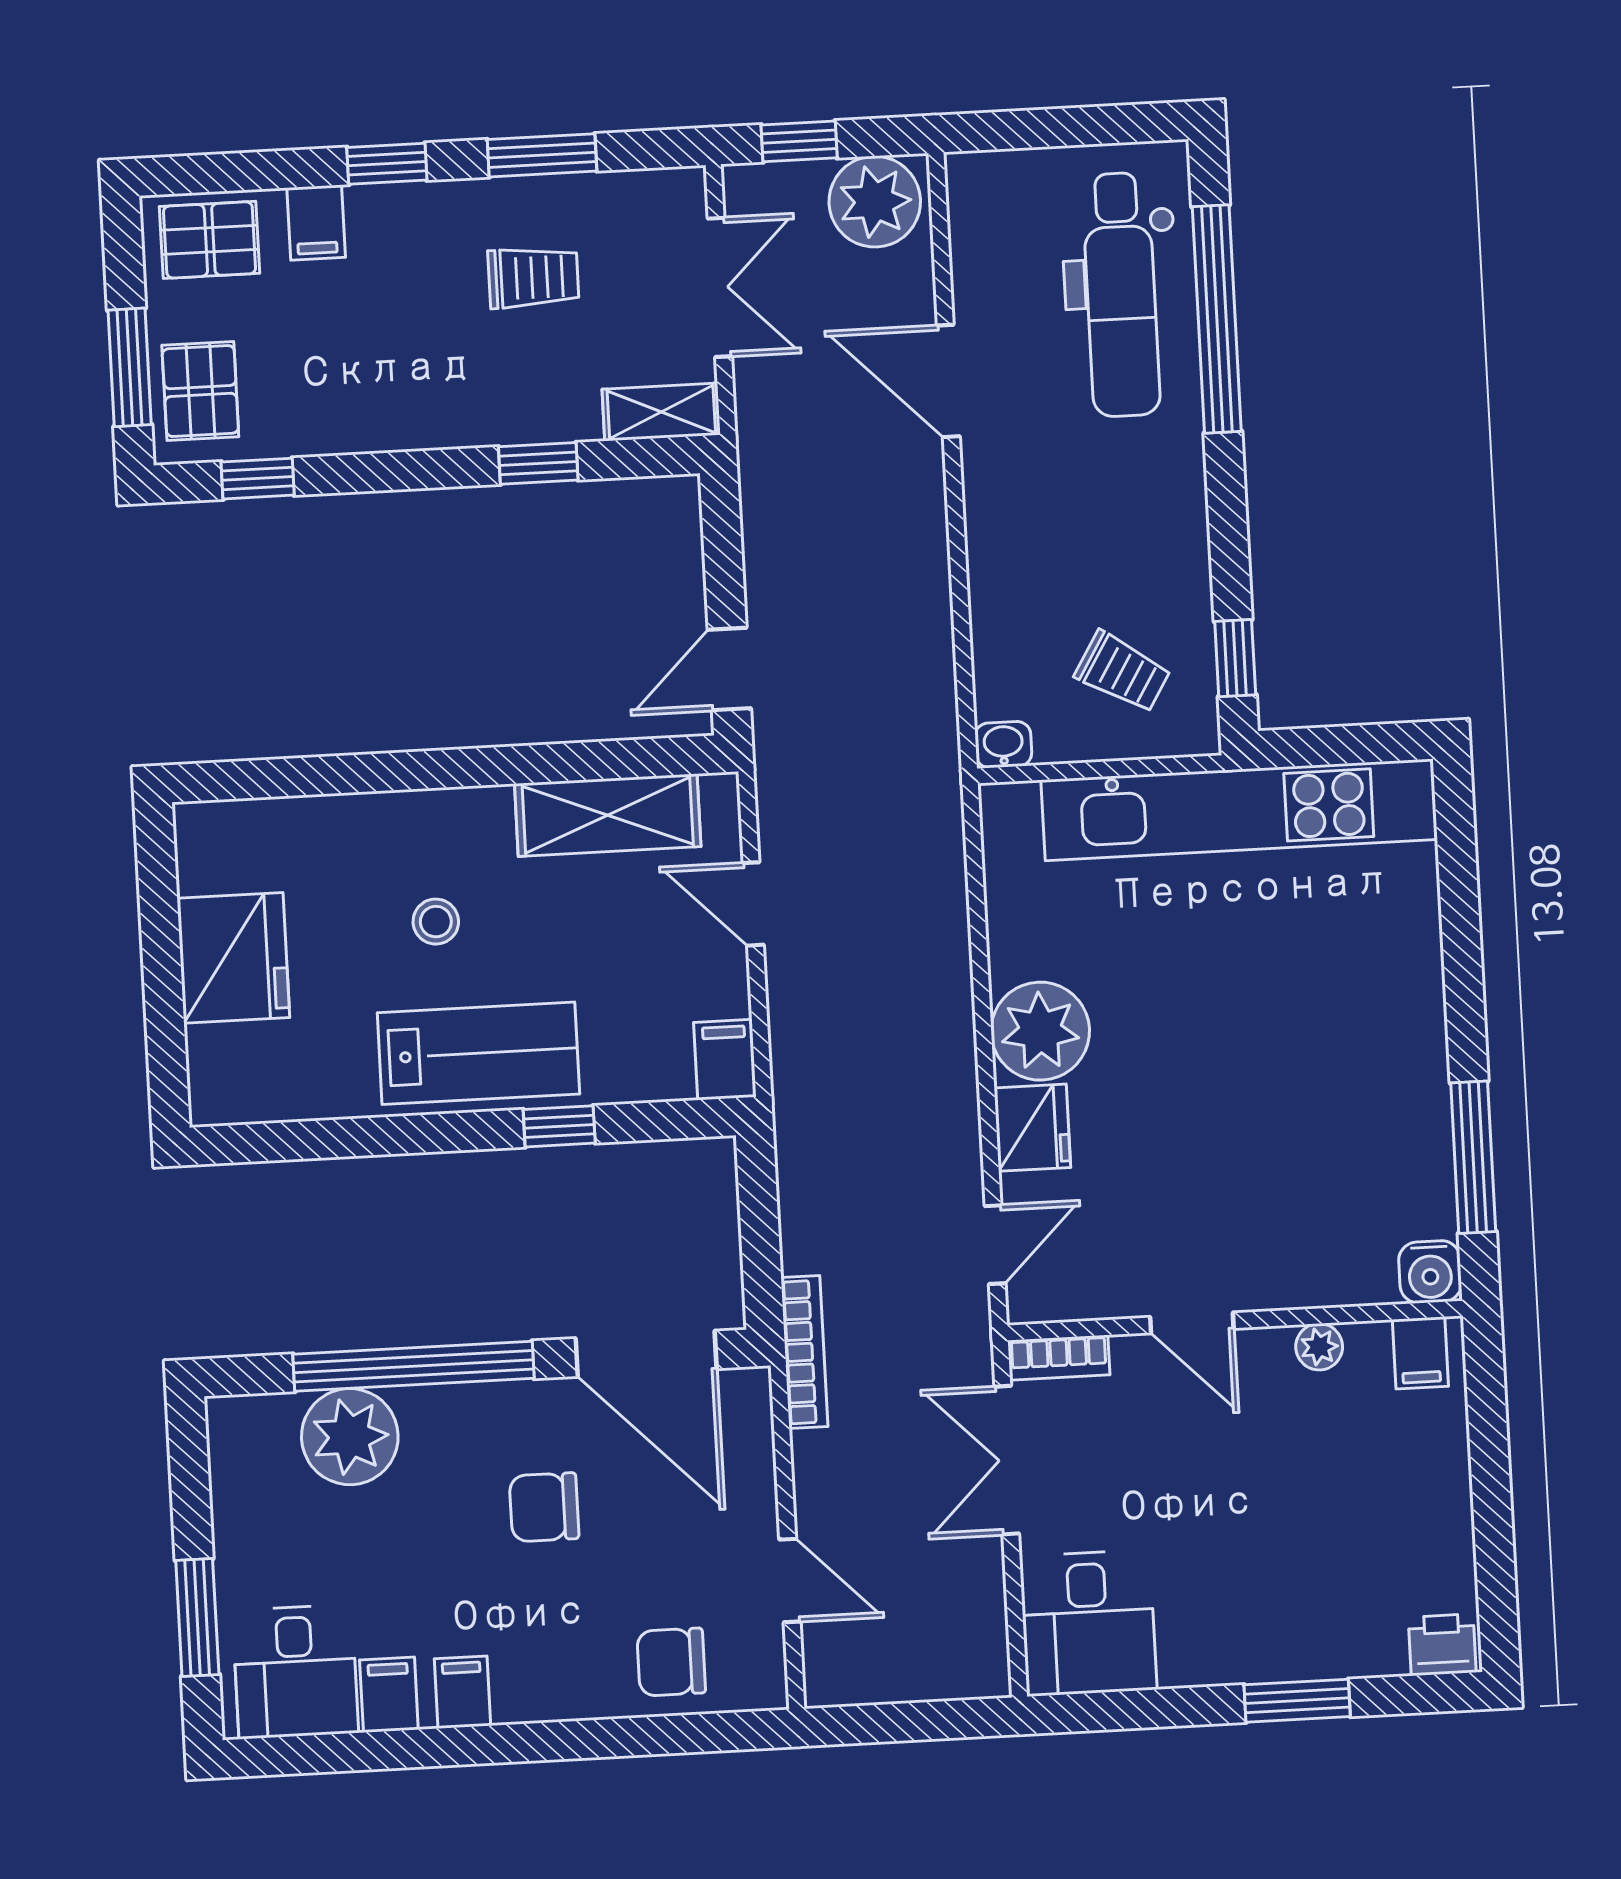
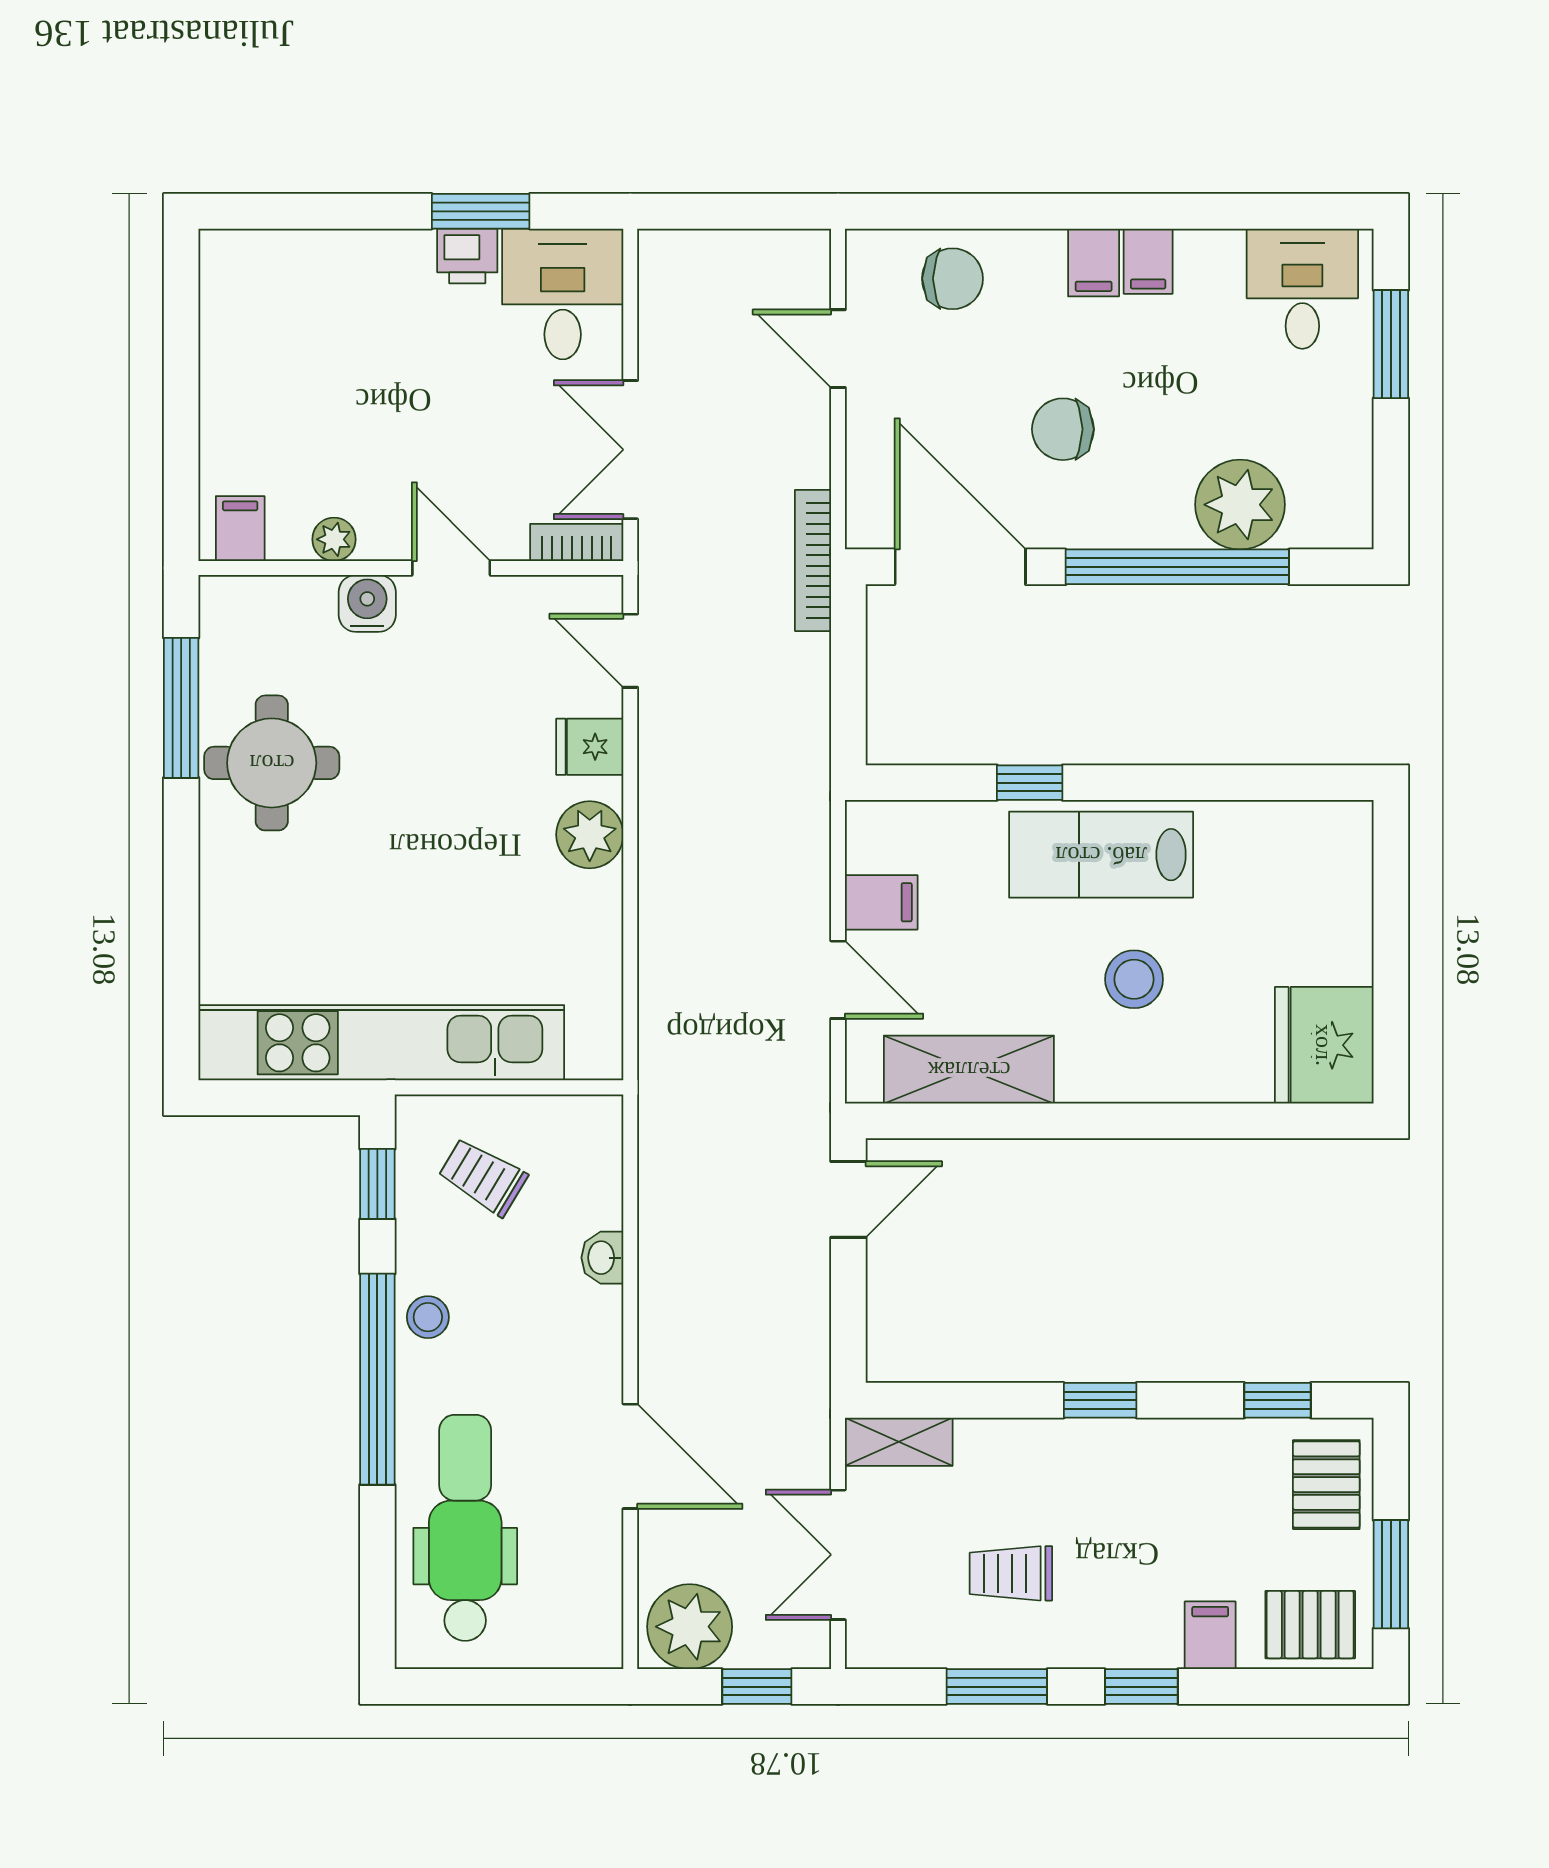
window: (1217, 319) -> (377, 1379), moved
window: (130, 367) -> (1391, 1574), moved
window: (538, 463) -> (1100, 1400), moved
stool: (1173, 518) -> (428, 1317), added
washbasin: (1003, 745) -> (602, 1258), moved, turned 90
stool: (436, 922) -> (1134, 979), width x1.37, depth x1.37
fridge: (233, 958) -> (1324, 1045), moved
plant: (1040, 1031) -> (590, 835), width x0.73, depth x0.73
filing cabinet: (725, 1060) -> (881, 902), moved, turned -90
round table: (1373, 1103) -> (272, 763), added
fridge: (1032, 1128) -> (590, 747), width x0.72
door: (995, 1245) -> (630, 651), hinge flipped
water cooler: (1430, 1272) -> (367, 603), moved
double door: (1007, 1460) -> (630, 450), swing flipped
chair: (544, 1507) -> (1063, 429), turned 180
printer: (1442, 1645) -> (467, 256), moved
filing cabinet: (389, 1695) -> (1094, 263), moved
window: (1297, 1701) -> (481, 211), moved

